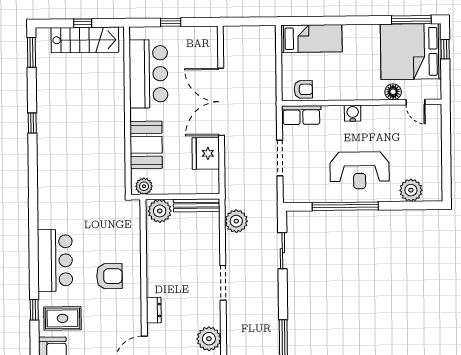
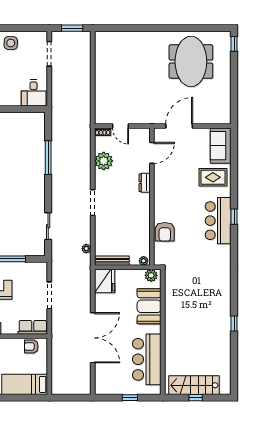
window: (32, 52) -> (234, 376), removed
fridge: (206, 153) -> (105, 281), moved
plant: (160, 211) -> (144, 261), width x0.53, depth x0.53
plant: (236, 221) -> (86, 249), width x0.53, depth x0.53
armchair: (109, 276) -> (165, 232), moved, turned -90
window: (34, 310) -> (234, 217), moved

